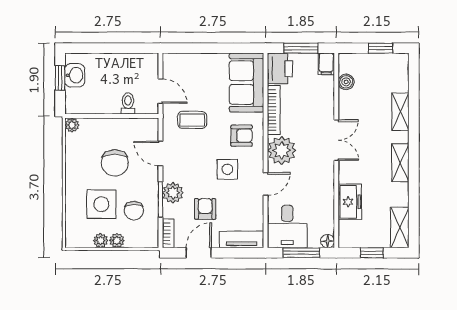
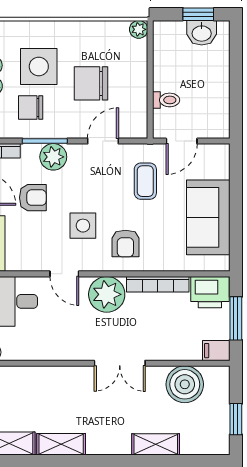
boiler: (346, 82) -> (185, 384), width x1.86, depth x1.86
sofa: (247, 83) -> (208, 217), moved, turned -90
shelving: (400, 163) -> (61, 444), moved
freezer: (350, 202) -> (42, 380), removed

